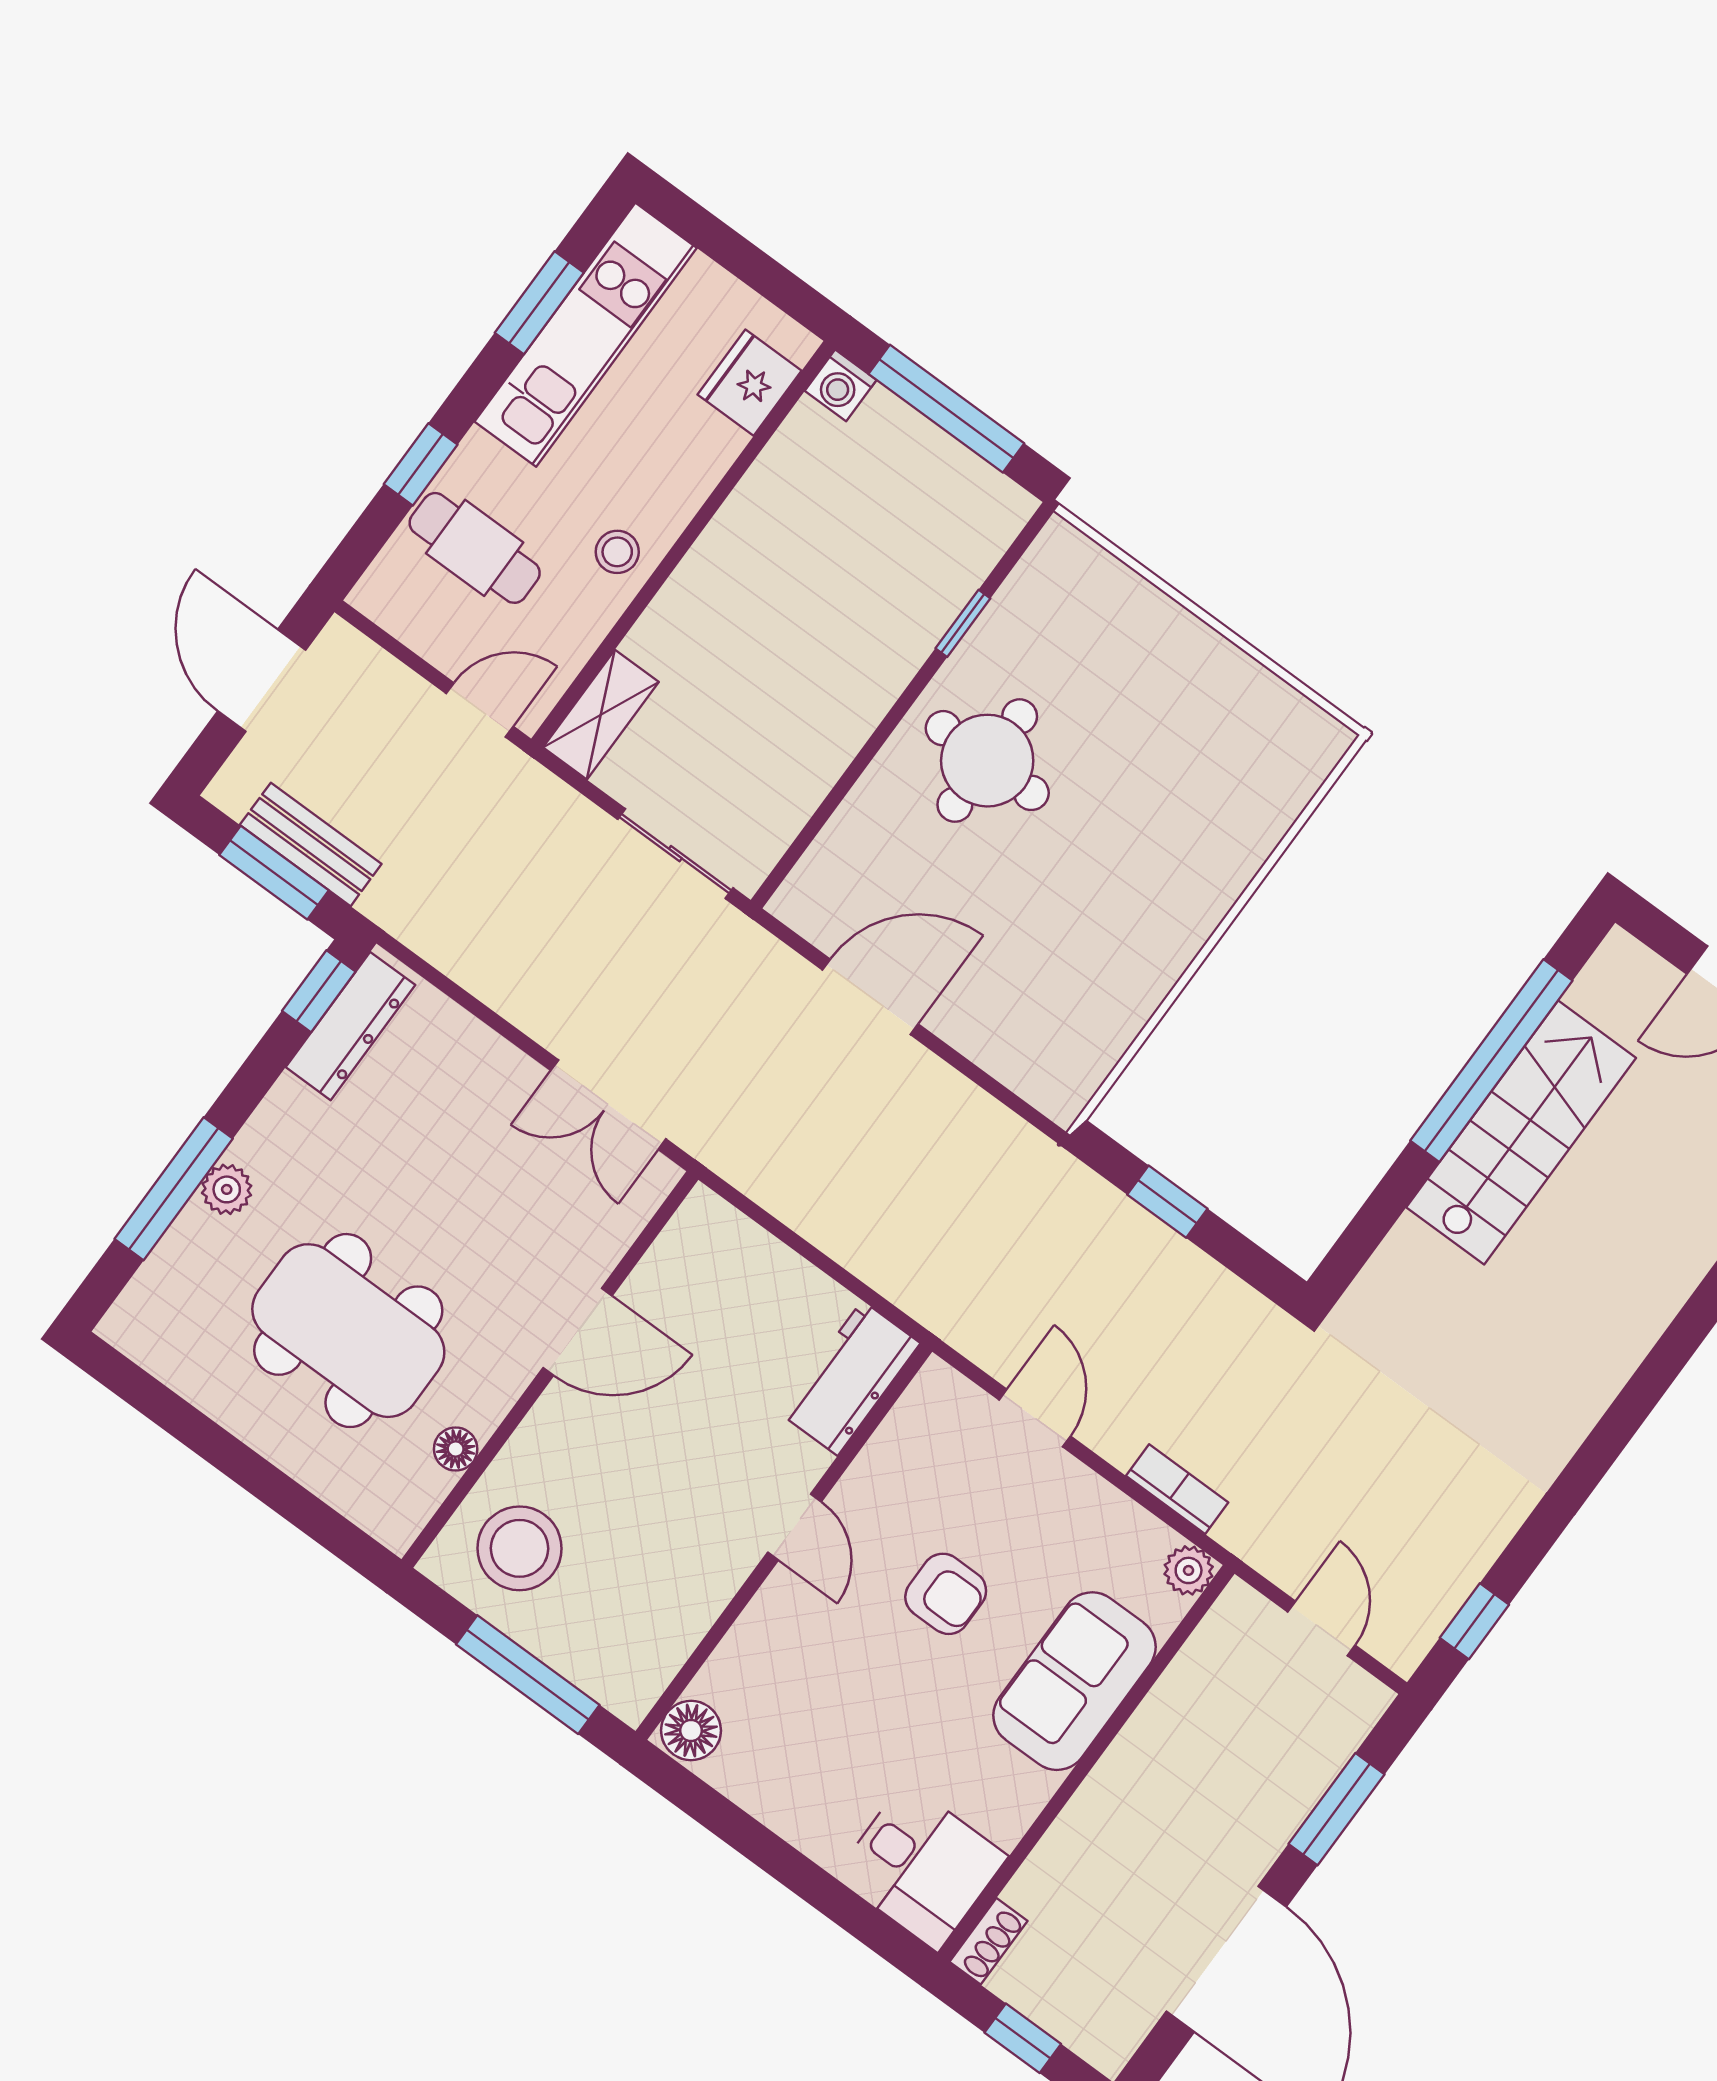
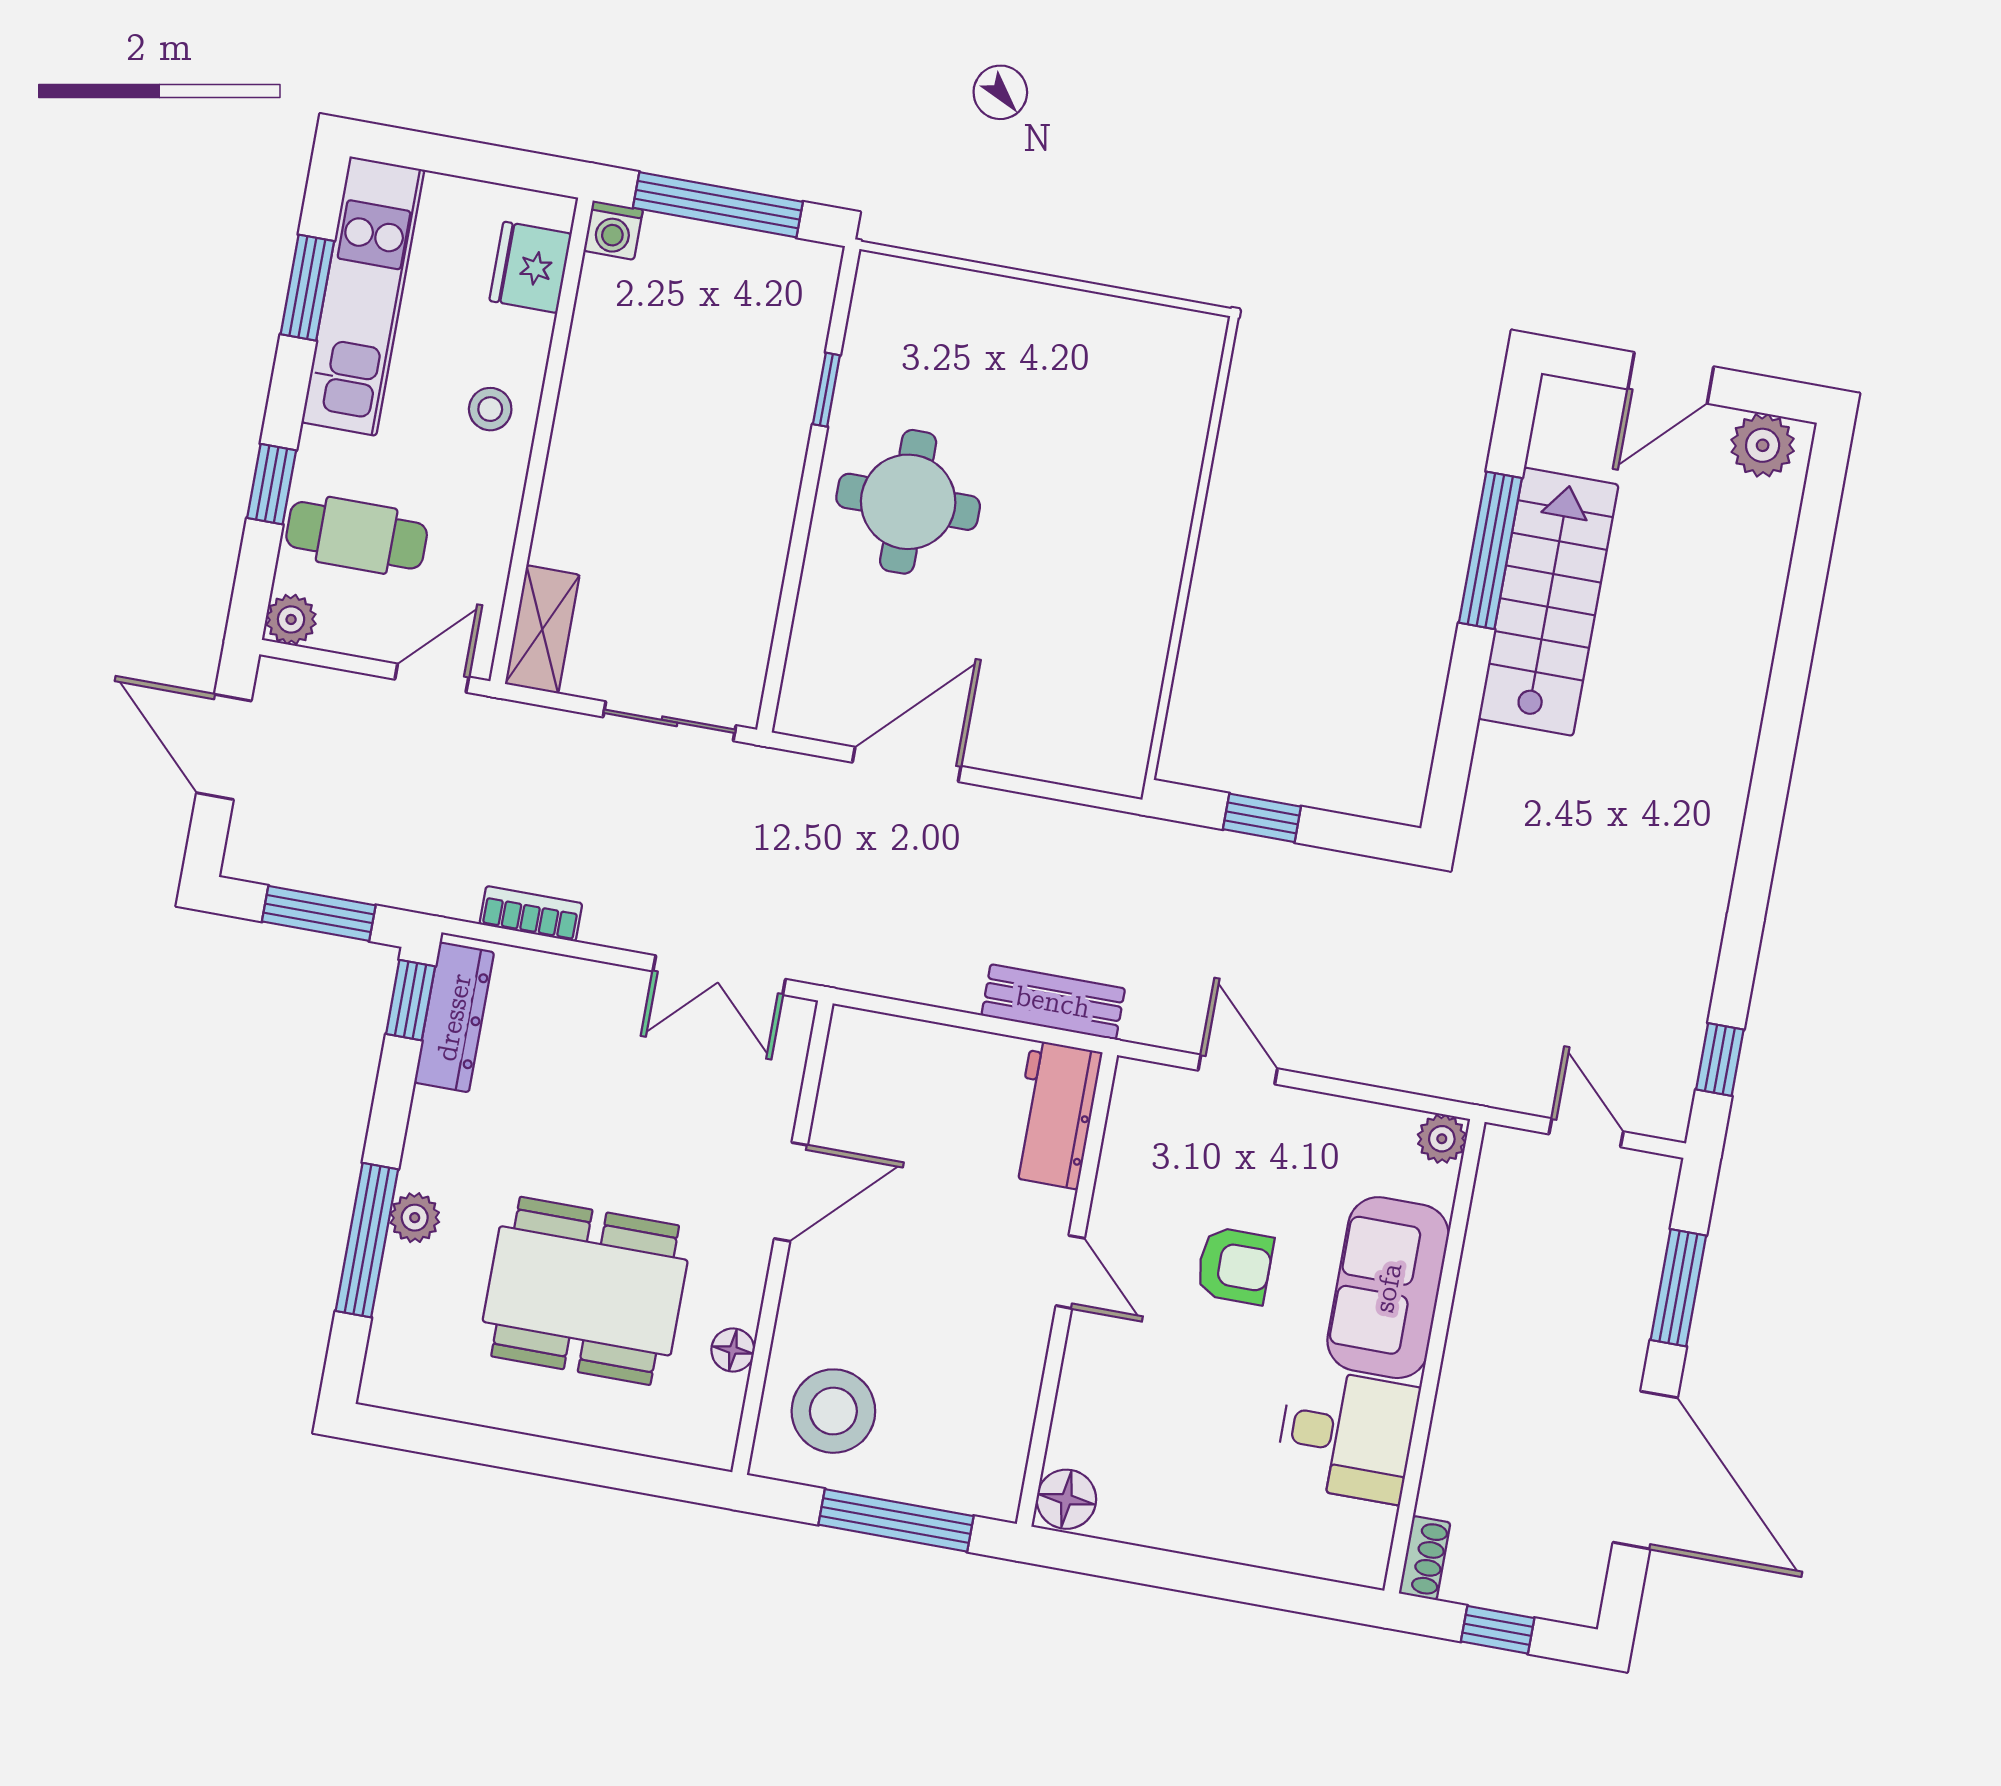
stool: (617, 552) -> (490, 409), moved
plant: (378, 595) -> (291, 619), added
bench: (311, 844) -> (1053, 1002), moved
window: (1491, 1061) -> (1490, 550), width x0.68
bookcase: (1177, 1489) -> (531, 914), moved
desk: (921, 1866) -> (1347, 1435), moved

